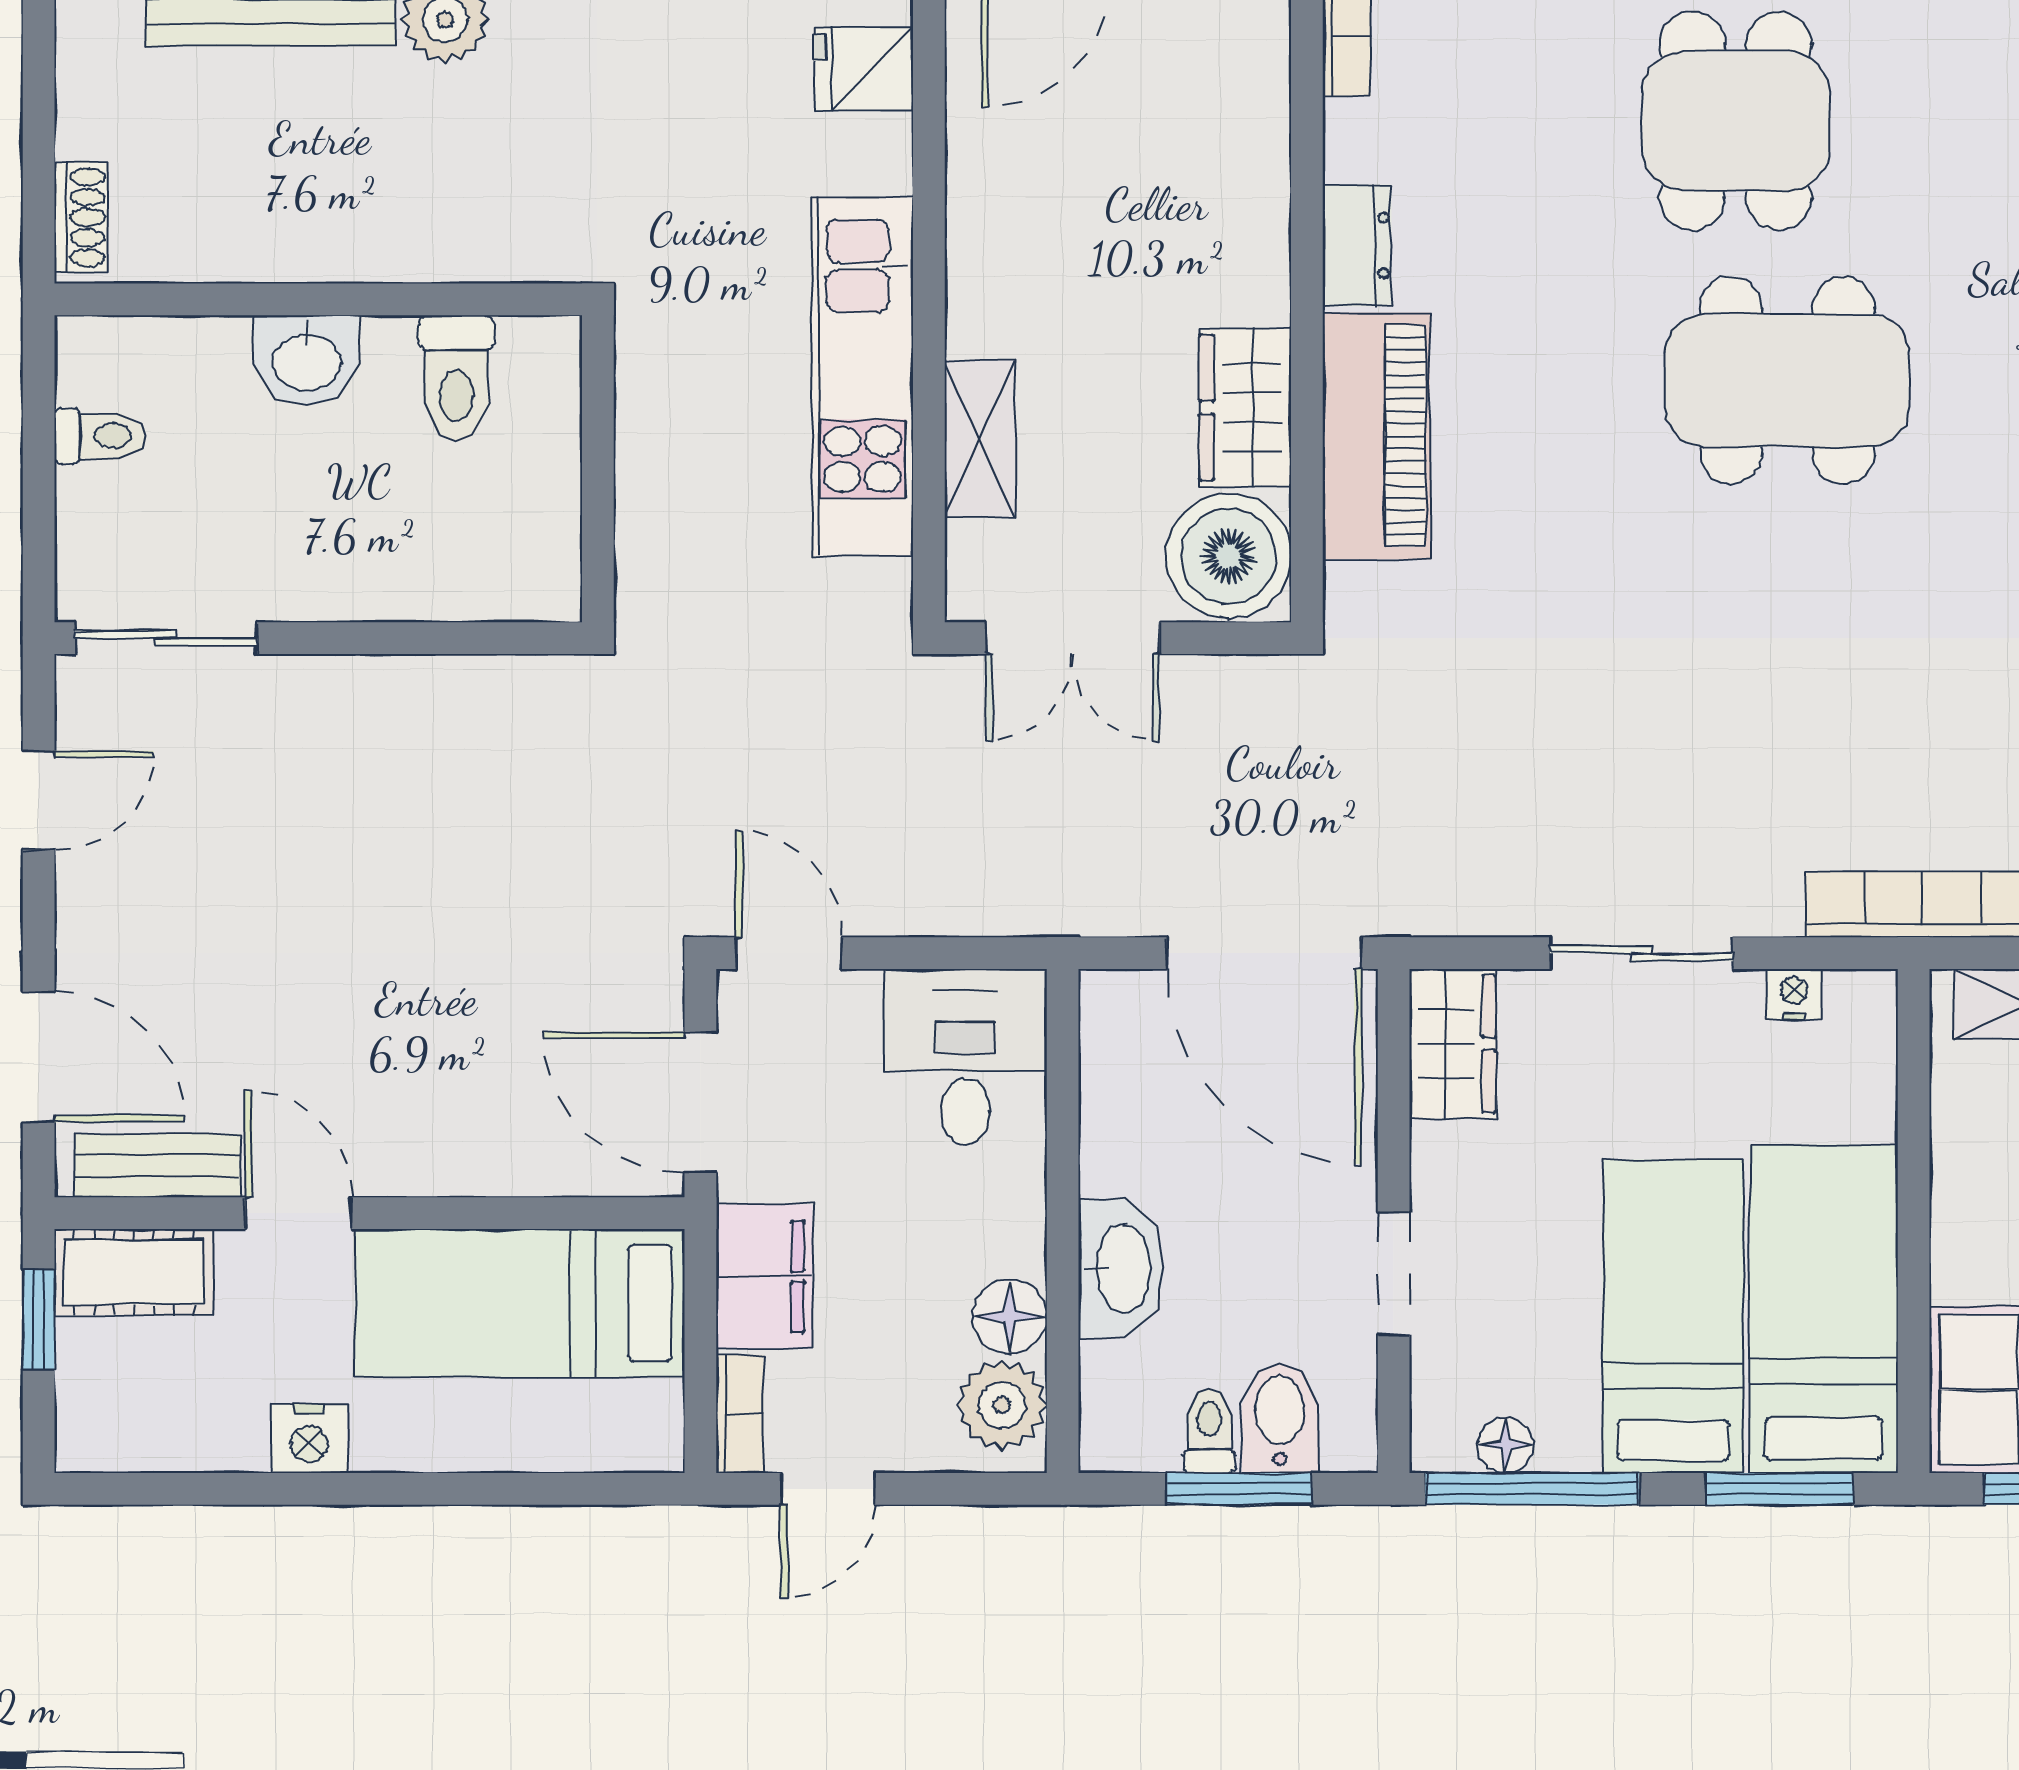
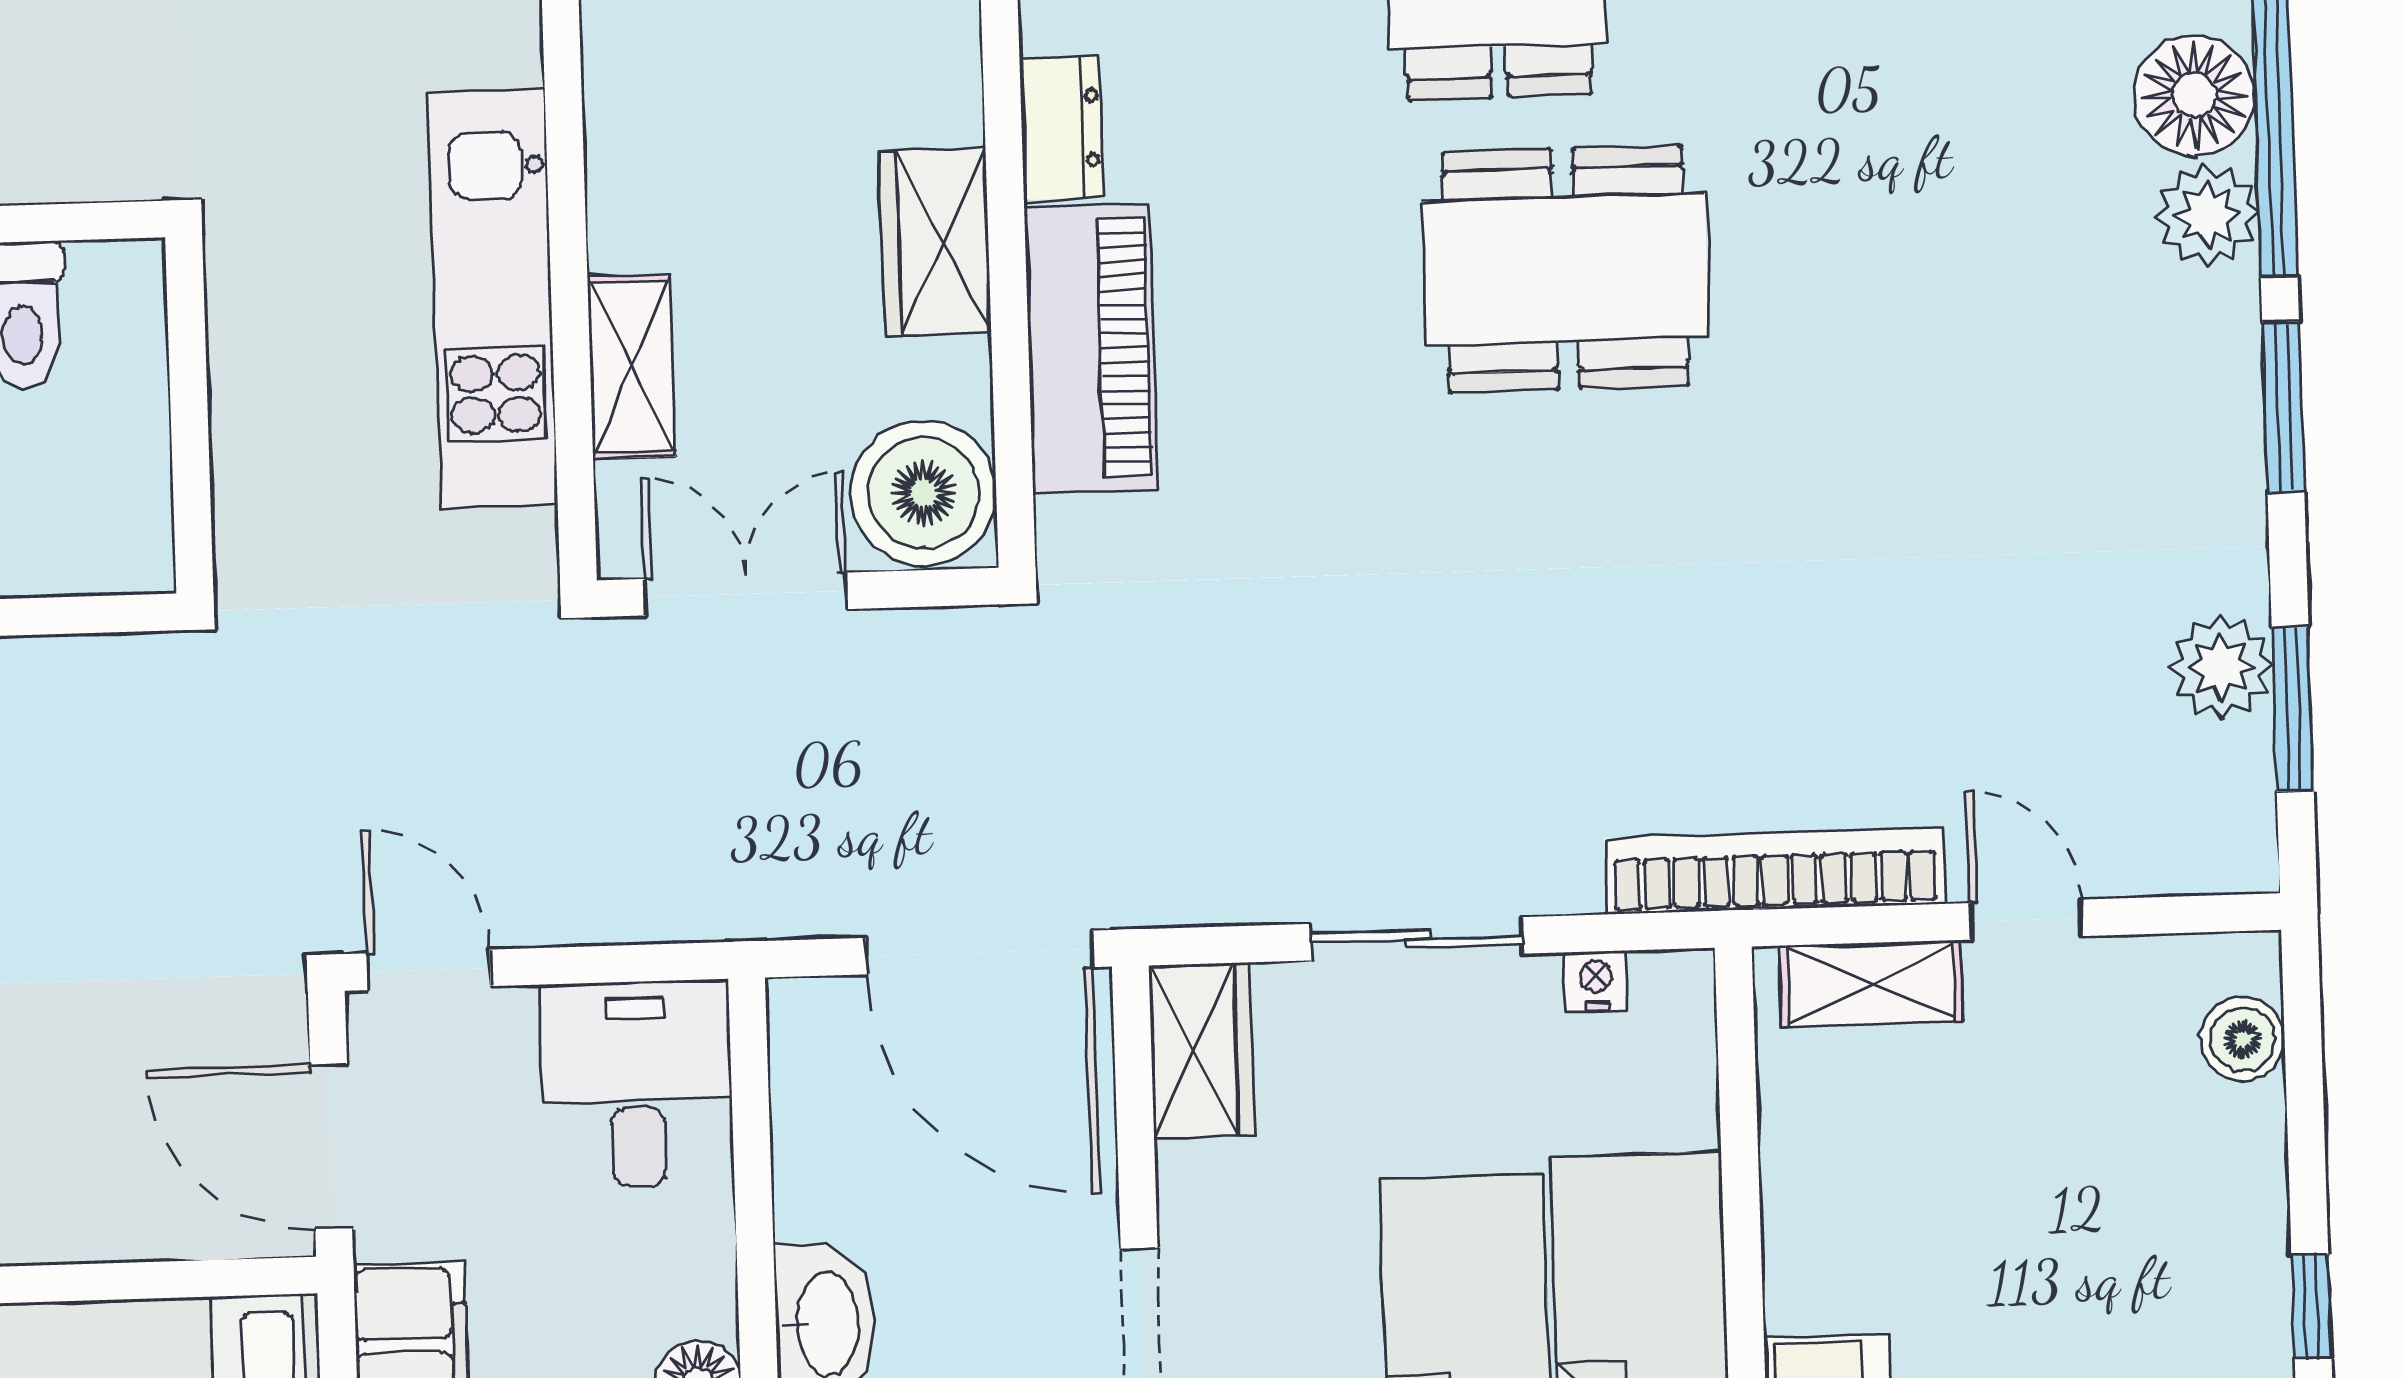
wardrobe: (1245, 408) -> (935, 242), moved
double door: (1072, 638) -> (746, 594), swing flipped

